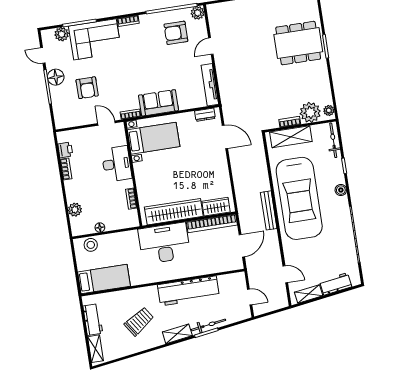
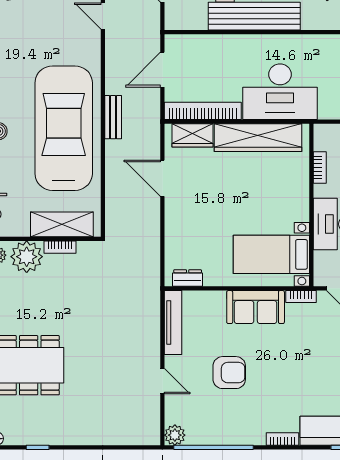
armchair: (176, 33) -> (229, 373), moved
door: (211, 46) -> (162, 381), hinge flipped
door: (225, 137) -> (162, 178), moved
bench: (269, 210) -> (113, 117), width x0.73

